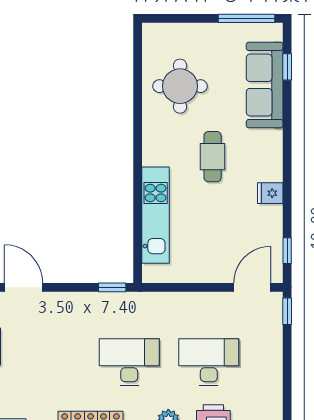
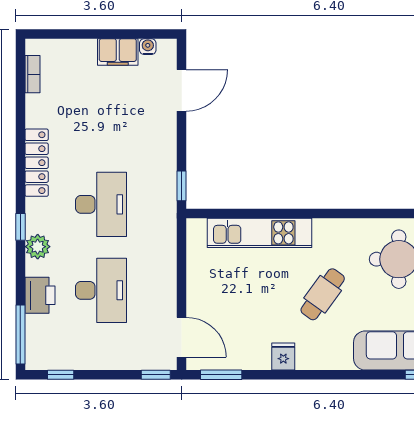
cafe table: (213, 157) -> (323, 294), turned -54
window: (287, 251) -> (221, 375), width x1.50
window: (287, 400) -> (61, 375), added

